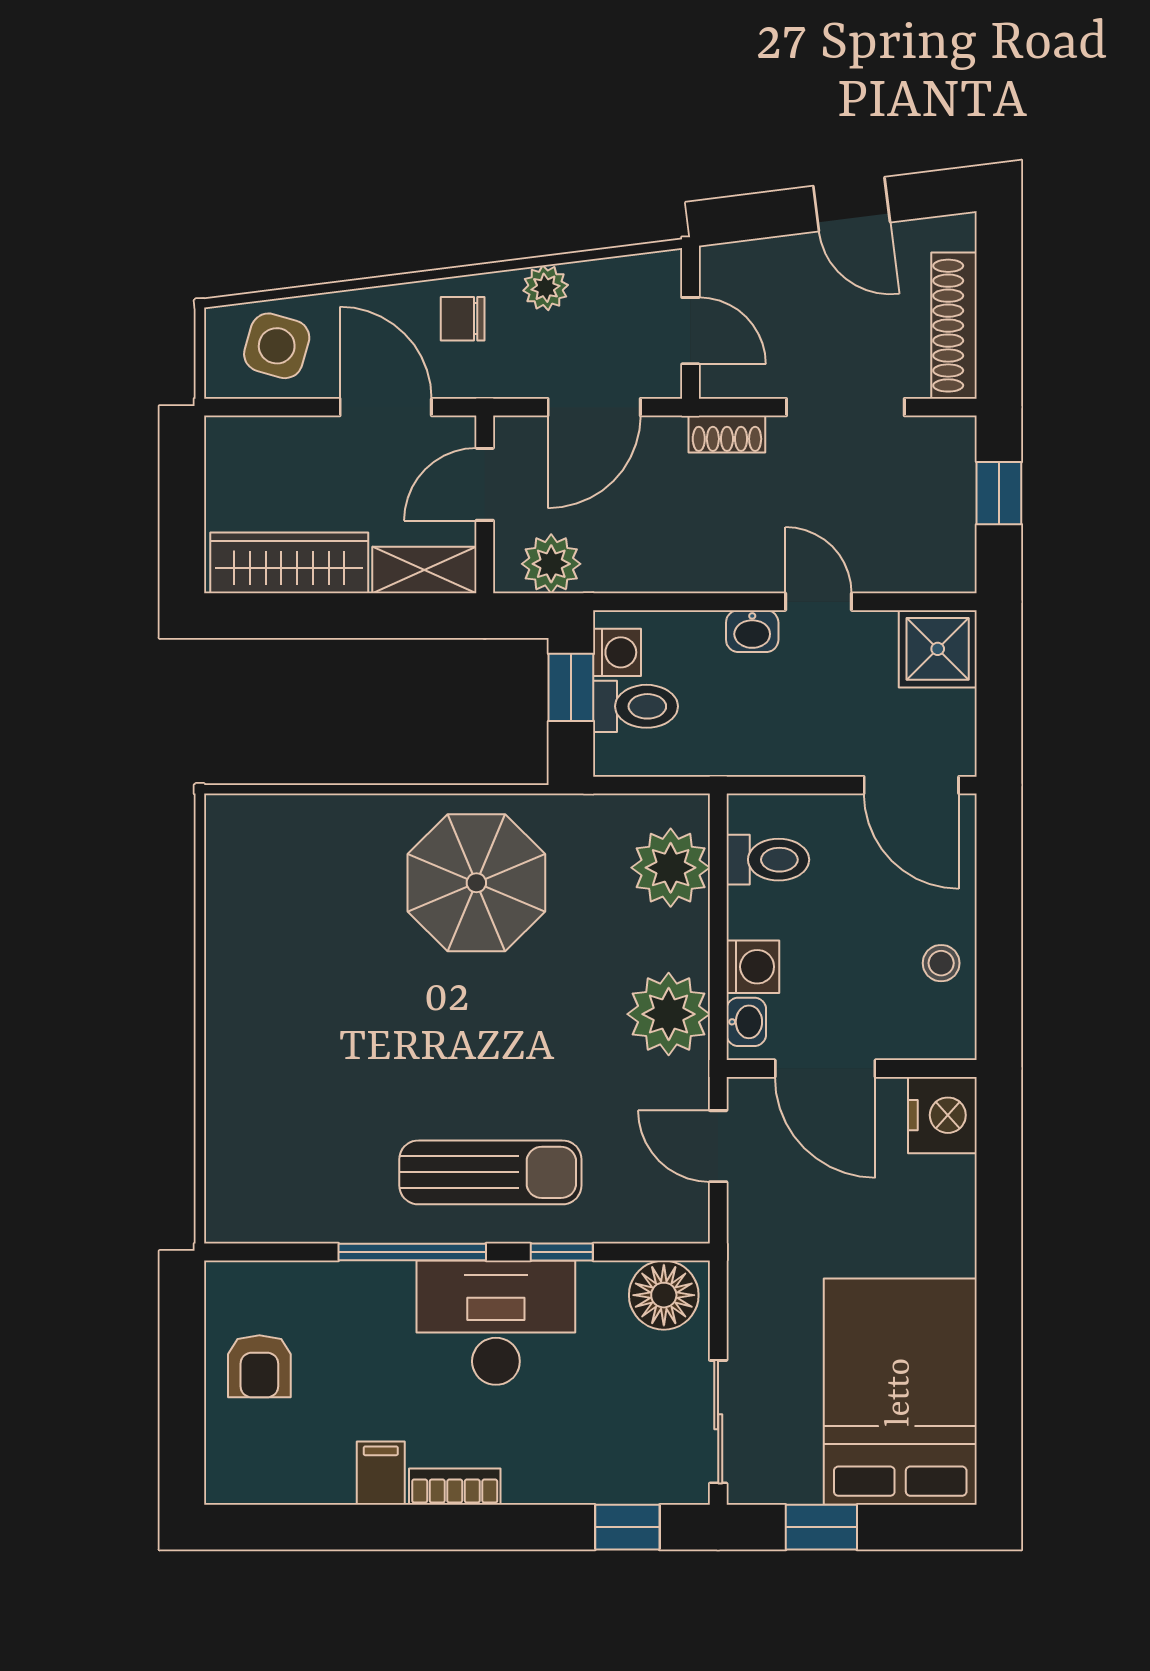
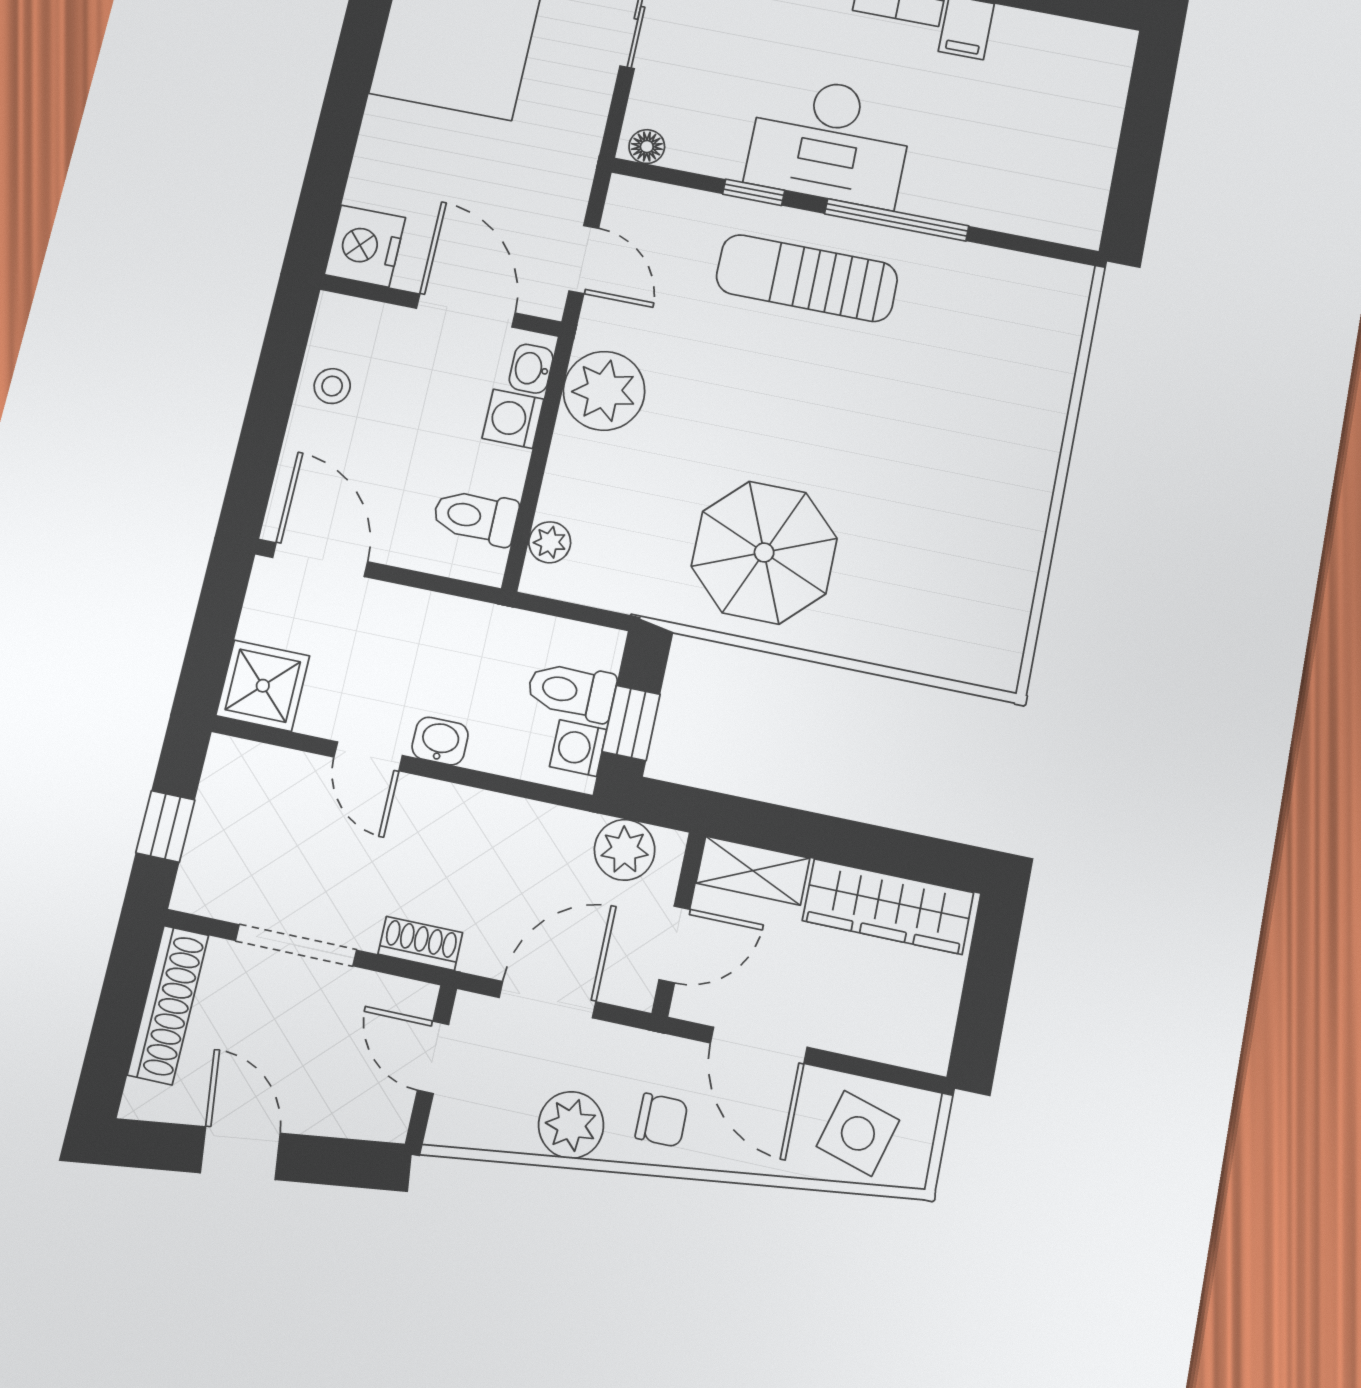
plant: (546, 288) -> (571, 1125), width x1.38, depth x1.38
plant: (671, 868) -> (550, 542), width x0.53, depth x0.53
floor lamp: (664, 1295) -> (647, 147), width x0.53, depth x0.53
armchair: (259, 1366) -> (1063, 145), removed

